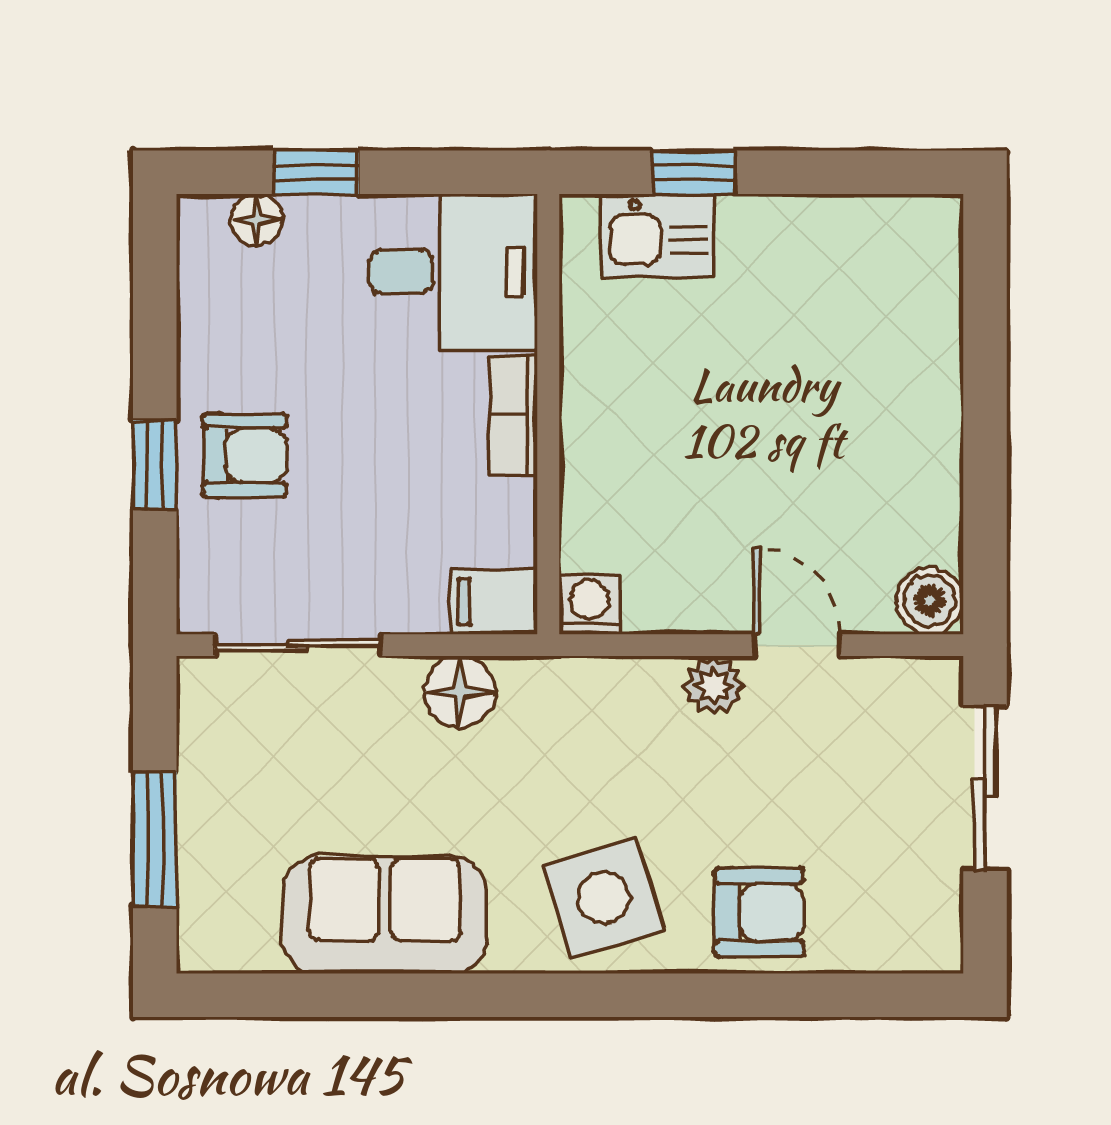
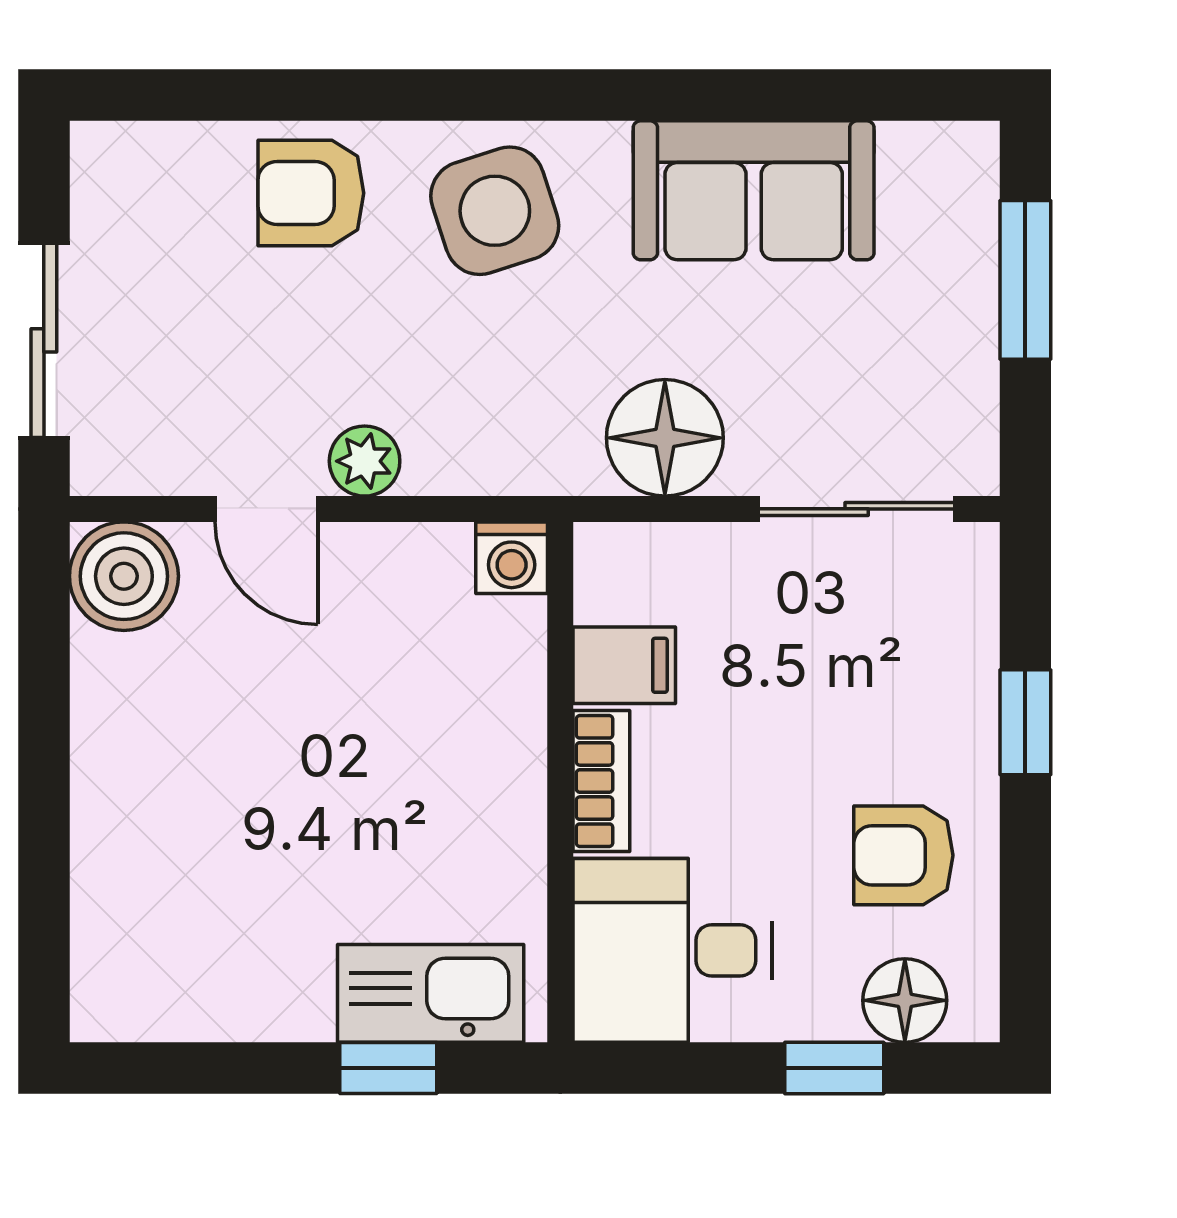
floor lamp: (257, 220) -> (905, 1000), width x1.37, depth x1.37
kitchen sink: (658, 235) -> (431, 993), width x1.38
armchair: (244, 455) -> (903, 855), moved
boiler: (930, 601) -> (124, 576), width x1.36, depth x1.36
filing cabinet: (494, 602) -> (624, 665), moved
floor lamp: (460, 692) -> (665, 438), width x1.38, depth x1.38

